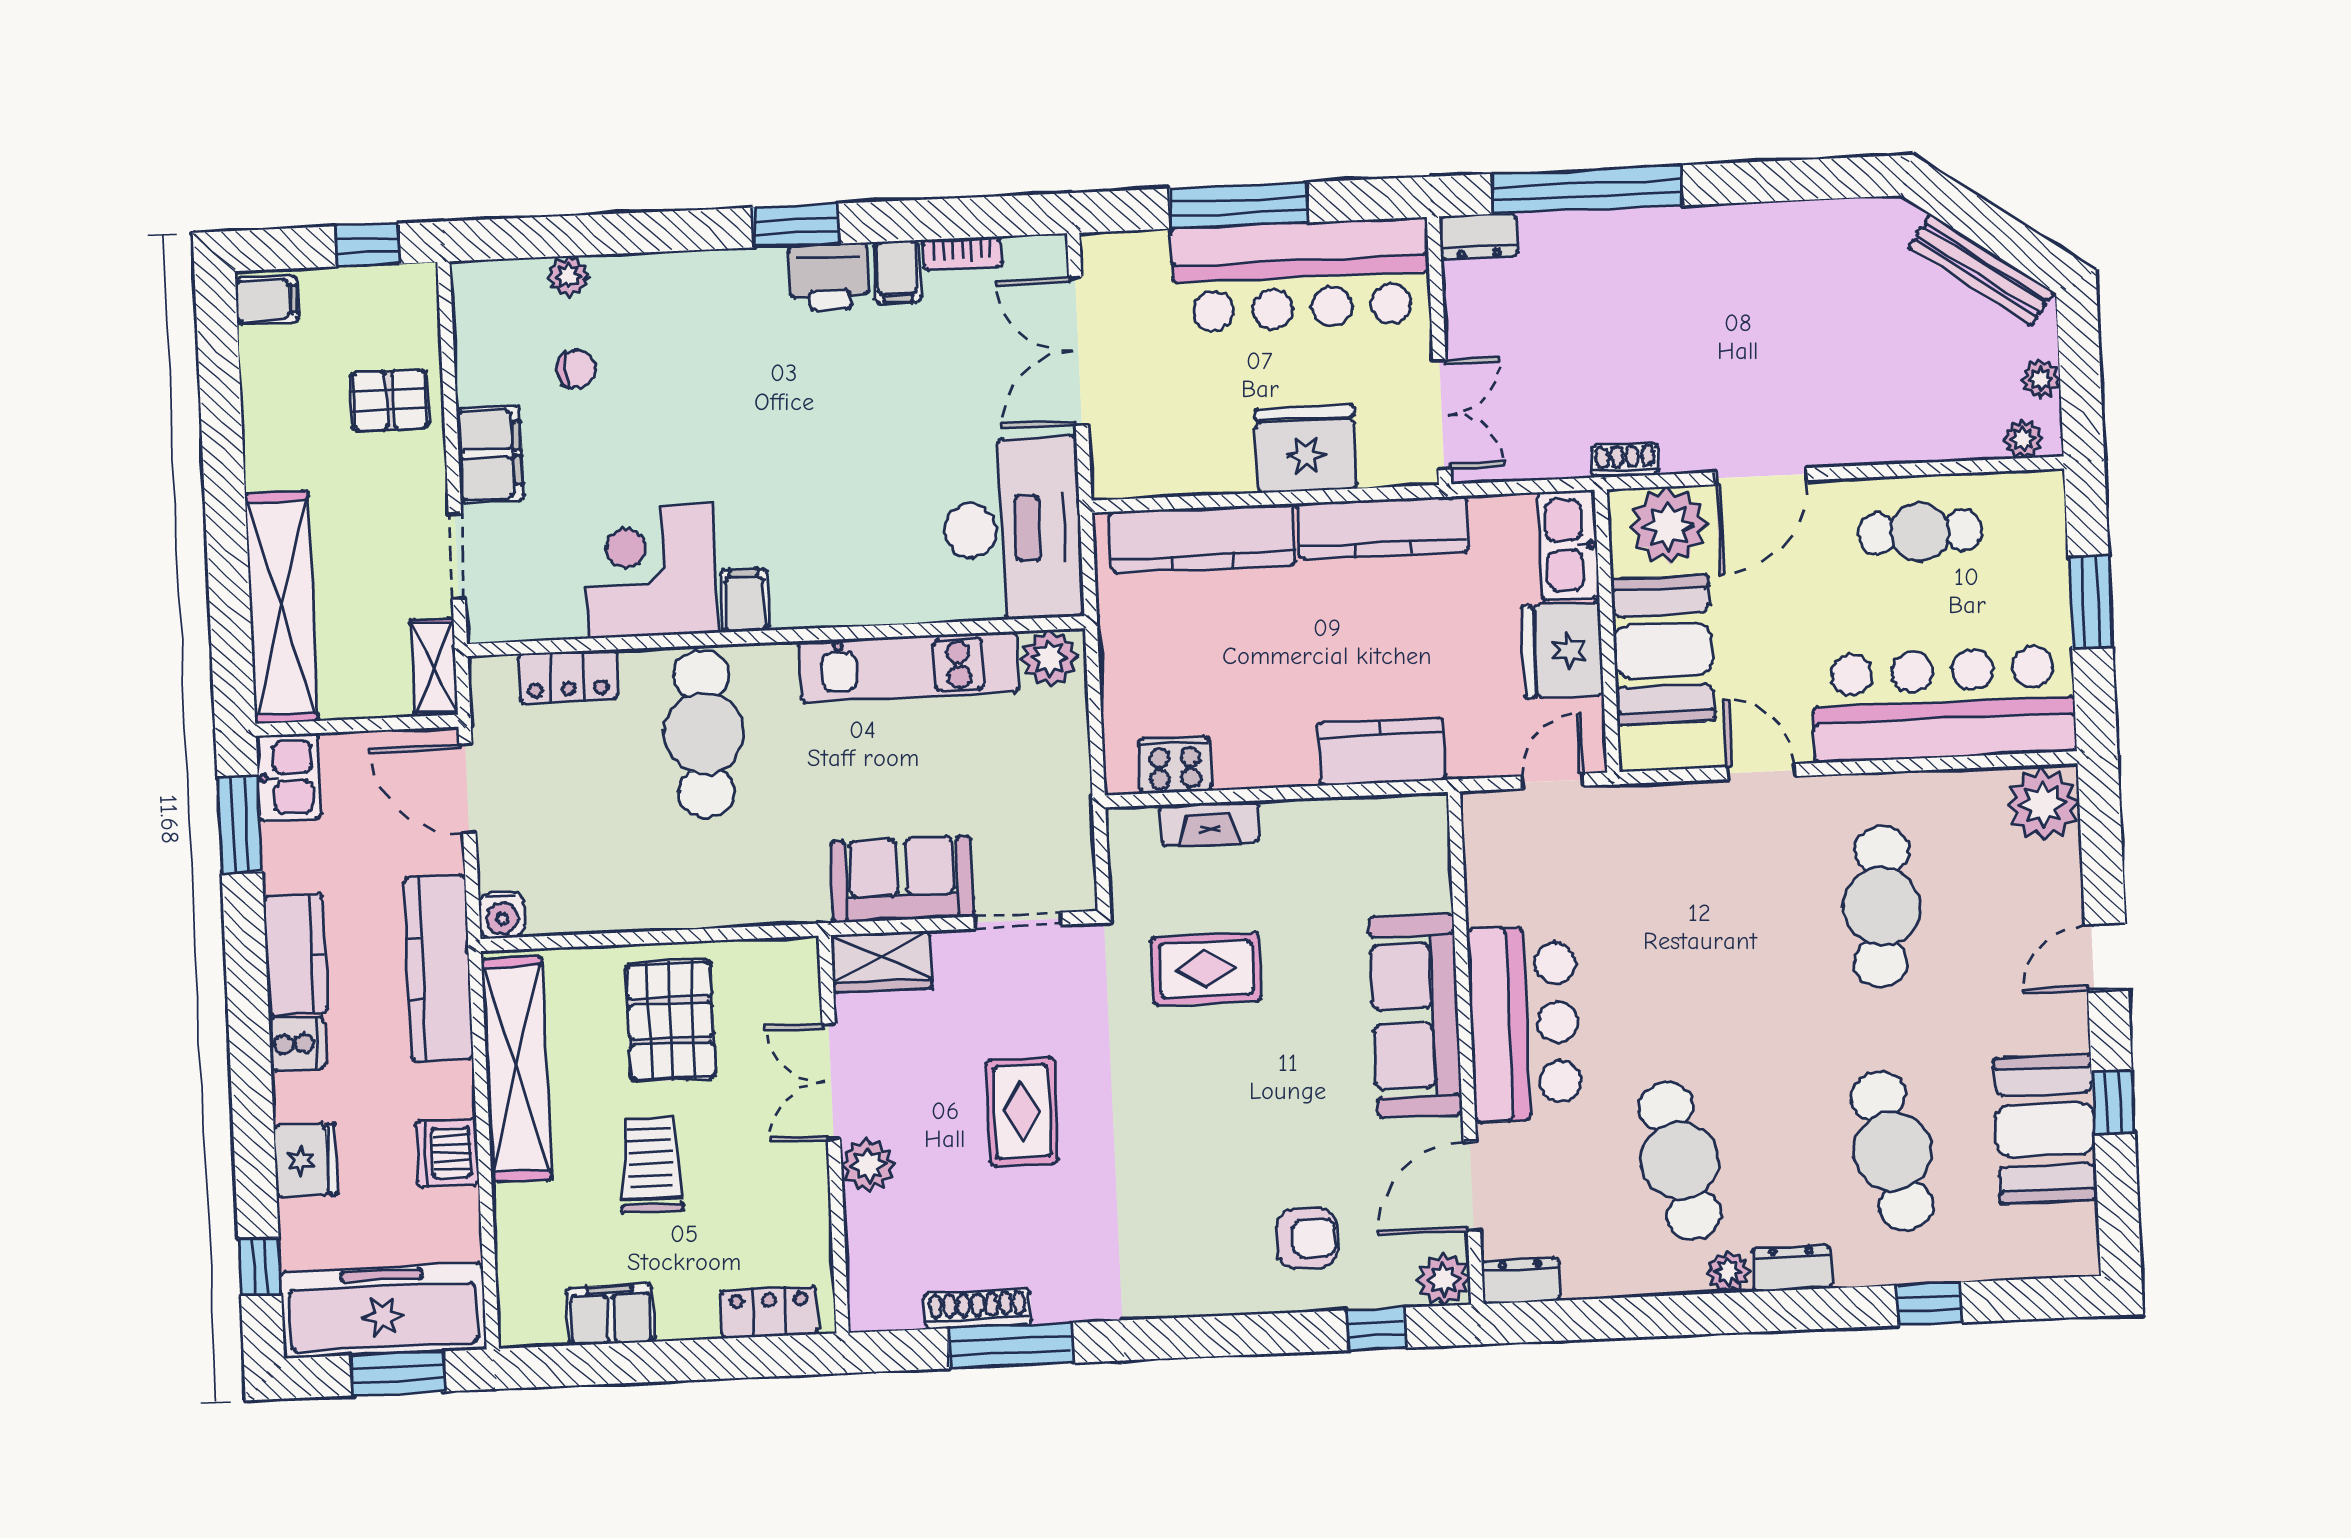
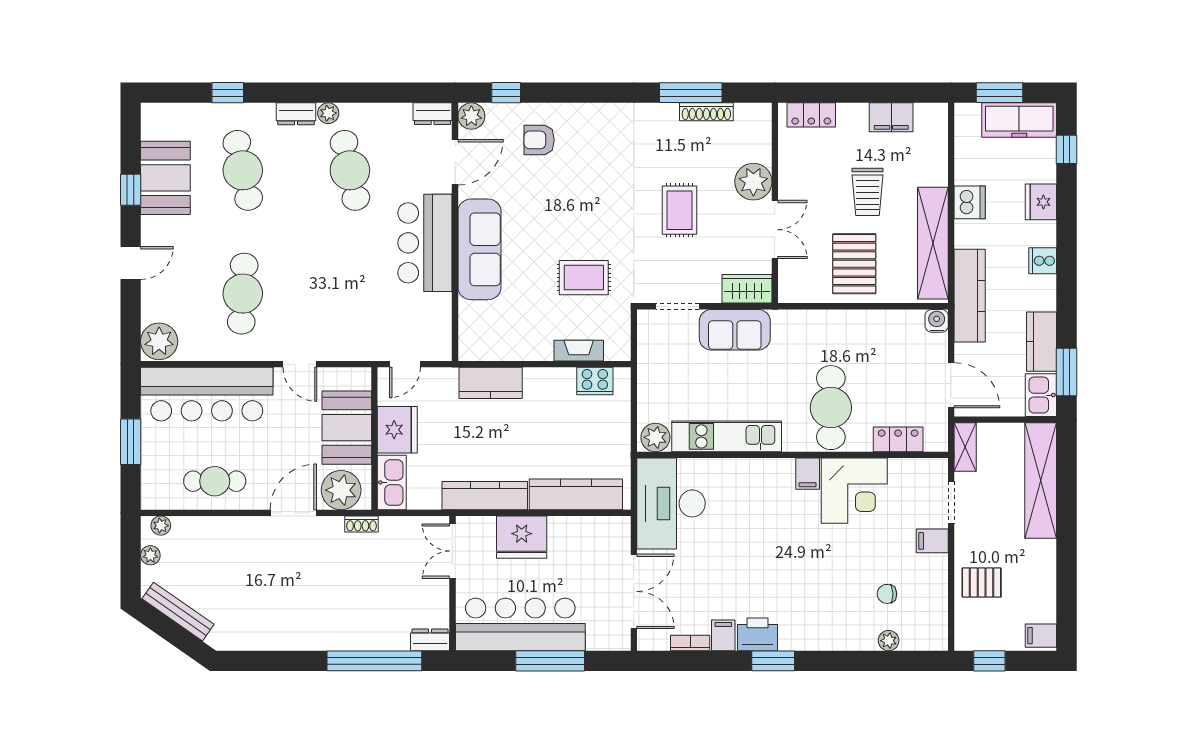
filing cabinet: (490, 454) -> (932, 541), width x0.50
kitchen counter: (295, 954) -> (1042, 342), moved
plant: (868, 1165) -> (753, 182), width x1.36, depth x1.36
freezer: (383, 1311) -> (1019, 120), width x0.73, depth x0.79

